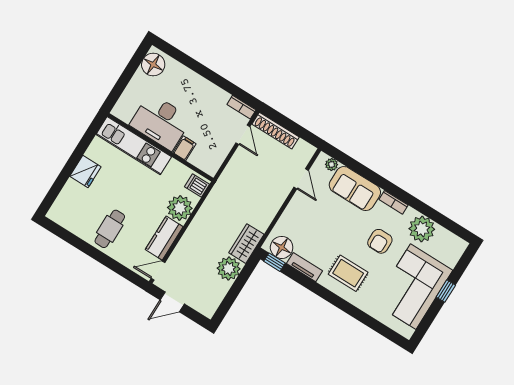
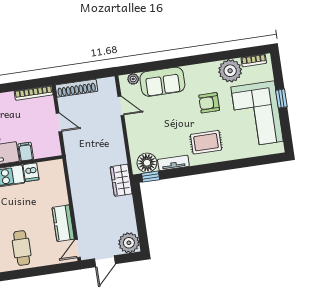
bookcase: (241, 107) -> (34, 93), width x1.56
door: (243, 135) -> (59, 122), moved
dishwasher: (197, 186) -> (31, 172), moved, turned -90
bookcase: (394, 202) -> (254, 60), moved
plant: (180, 208) -> (56, 194), removed
armchair: (380, 241) -> (209, 103), turned 90
plant: (229, 269) -> (129, 243), moved

